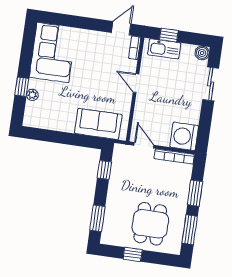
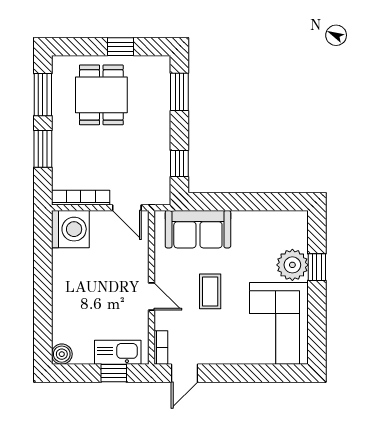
coffee table: (96, 81) -> (210, 291), added
sliding door: (211, 84) -> (43, 311), removed
plant: (32, 95) -> (292, 265), width x1.88, depth x1.88

